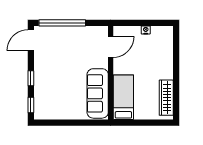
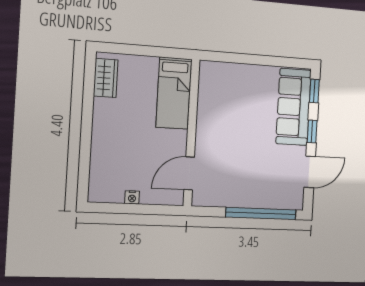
door: (31, 40) -> (310, 172), moved
sofa: (98, 93) -> (294, 107), moved, turned 180
wardrobe: (166, 98) -> (106, 78), width x0.67

